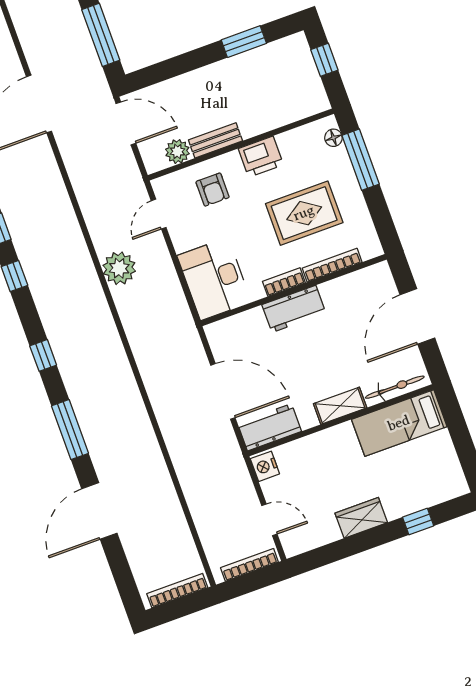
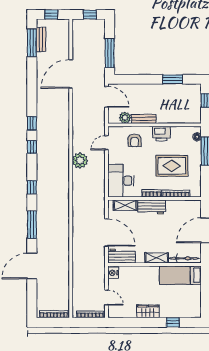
shelving: (240, 324) -> (125, 205), added

